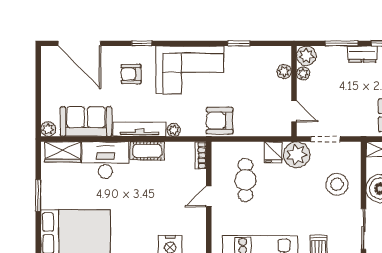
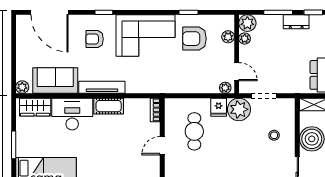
armchair: (220, 121) -> (194, 39), moved
plant: (174, 130) -> (225, 88), moved
stool: (337, 184) -> (274, 135), width x0.53, depth x0.53

